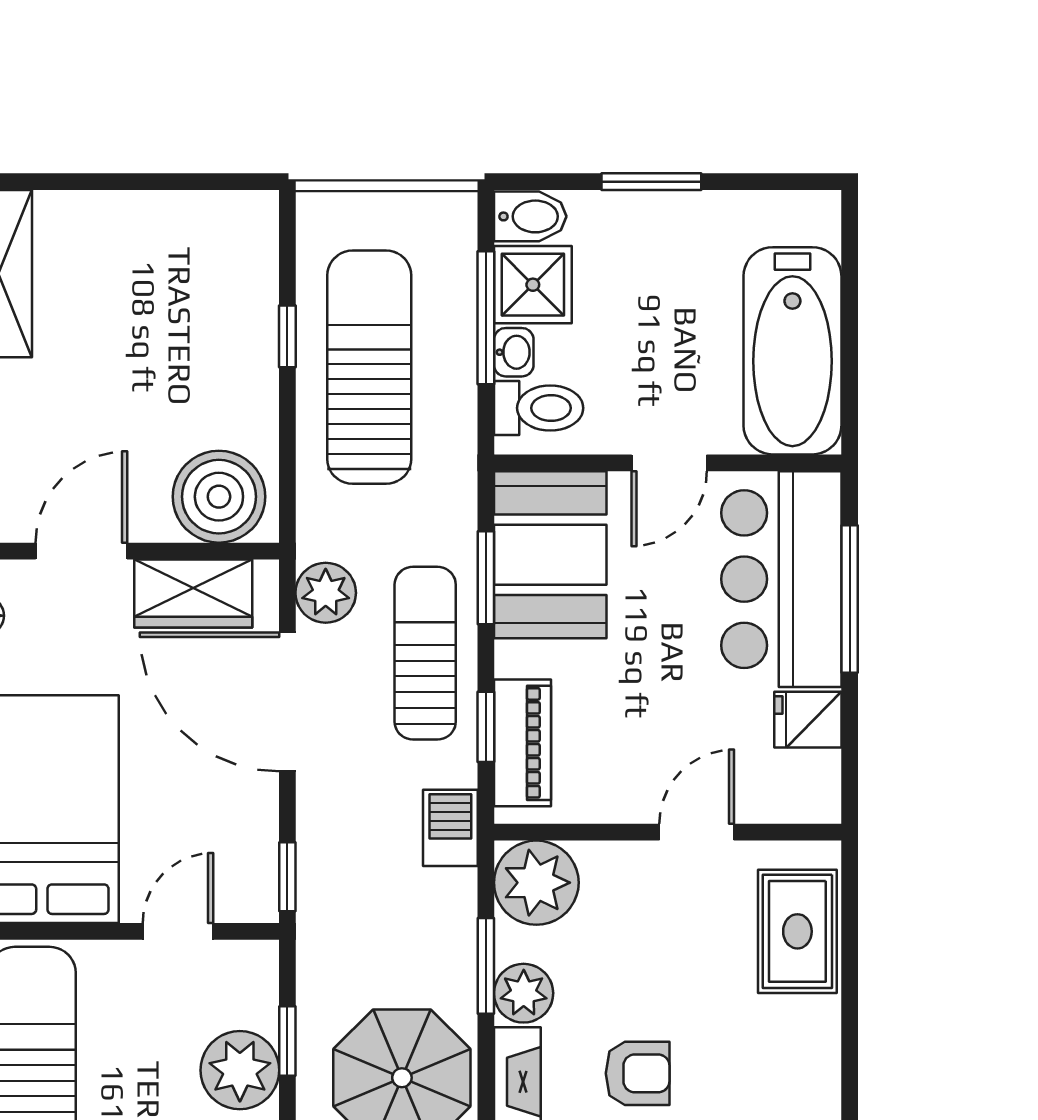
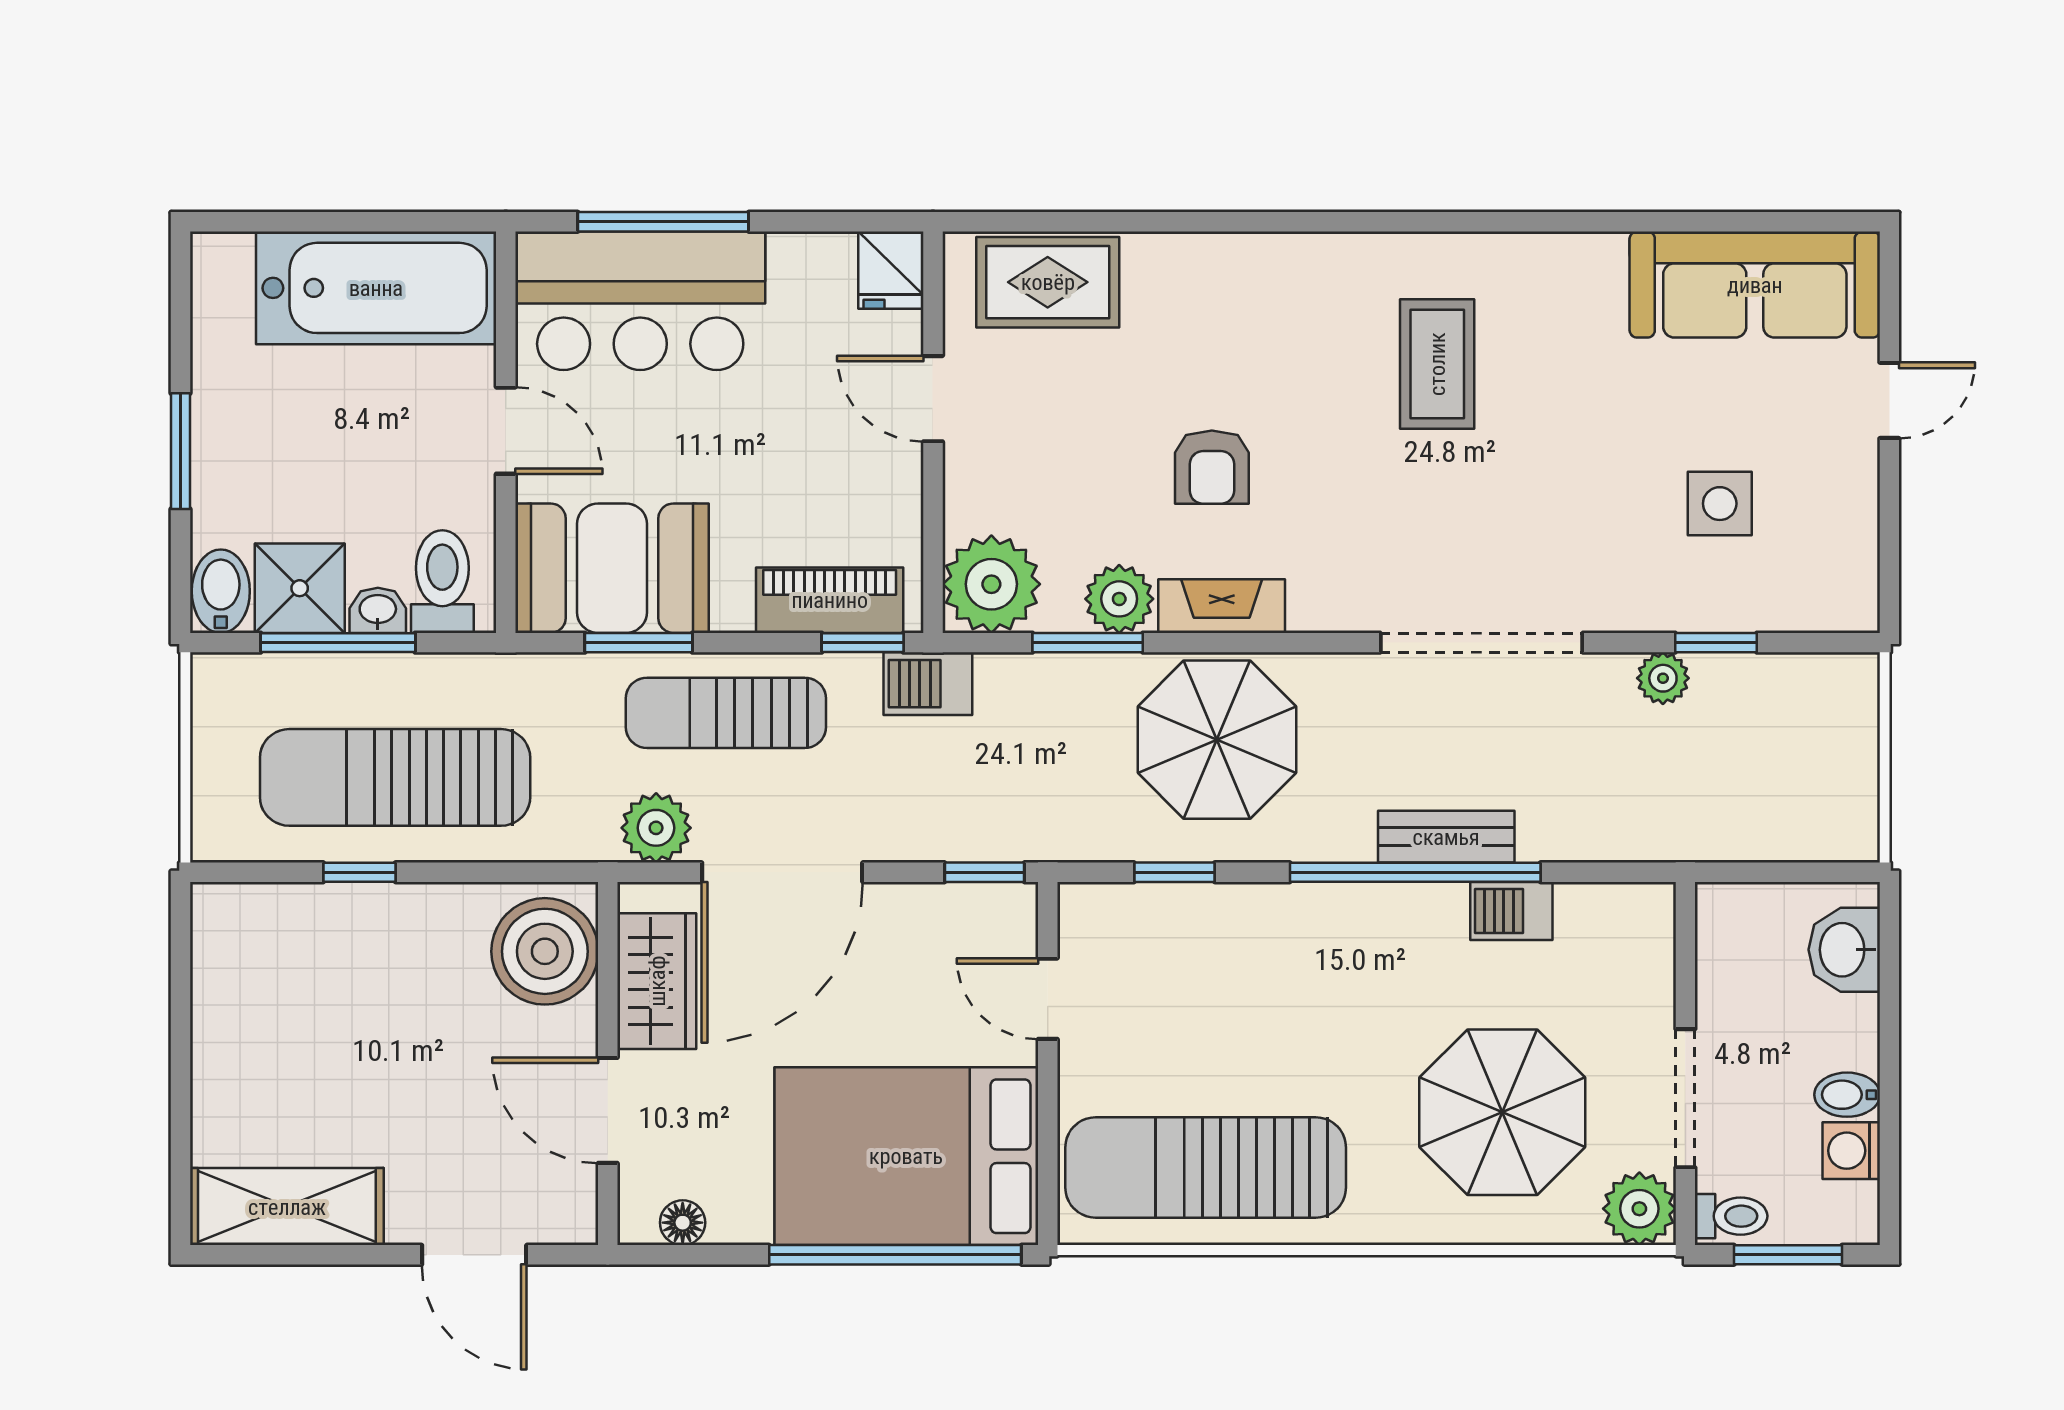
fridge: (808, 720) -> (891, 270), moved
window: (486, 727) -> (863, 643), moved
plant: (240, 1070) -> (1208, 927), removed
armchair: (638, 1073) -> (1212, 467), turned 180

